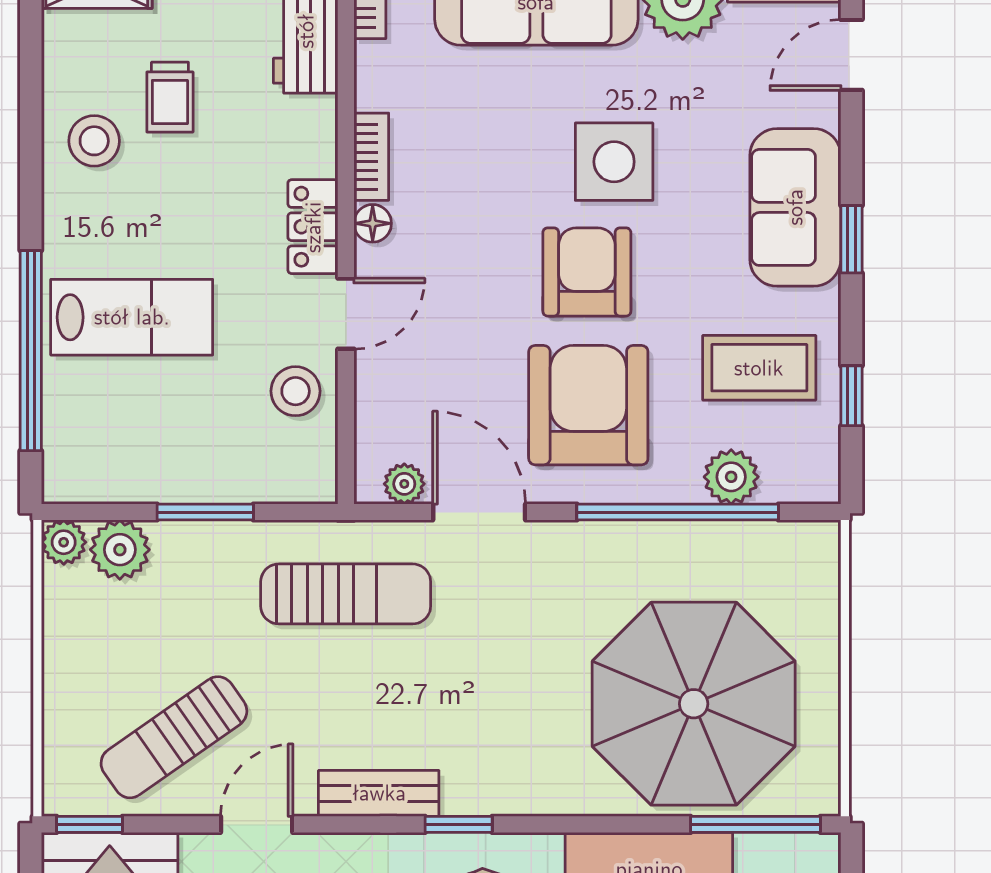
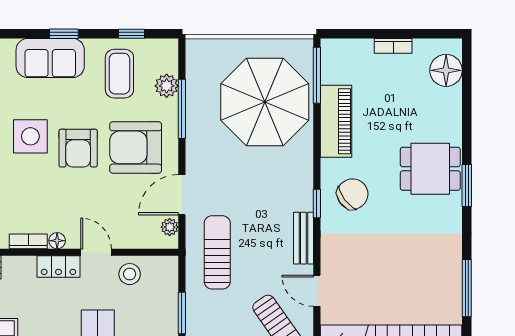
armchair: (587, 272) -> (78, 148), turned -90
window: (678, 512) -> (182, 109), width x0.68

